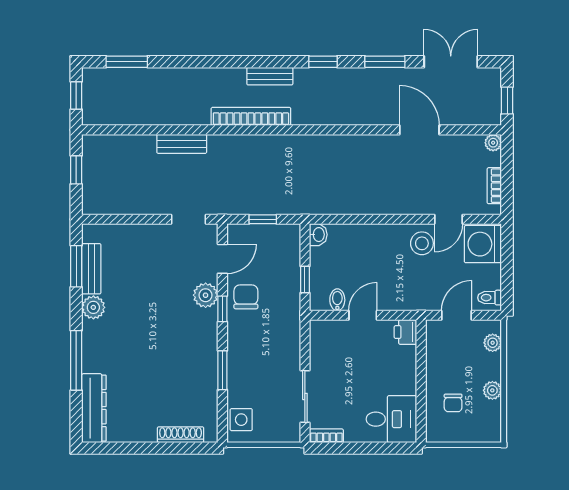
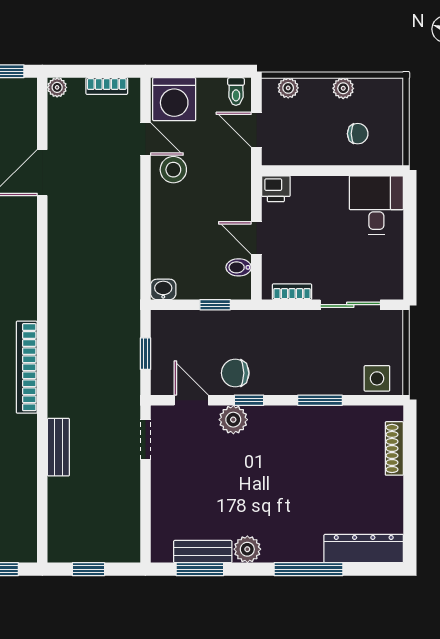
bookcase: (326, 436) -> (292, 292), moved, turned 90

